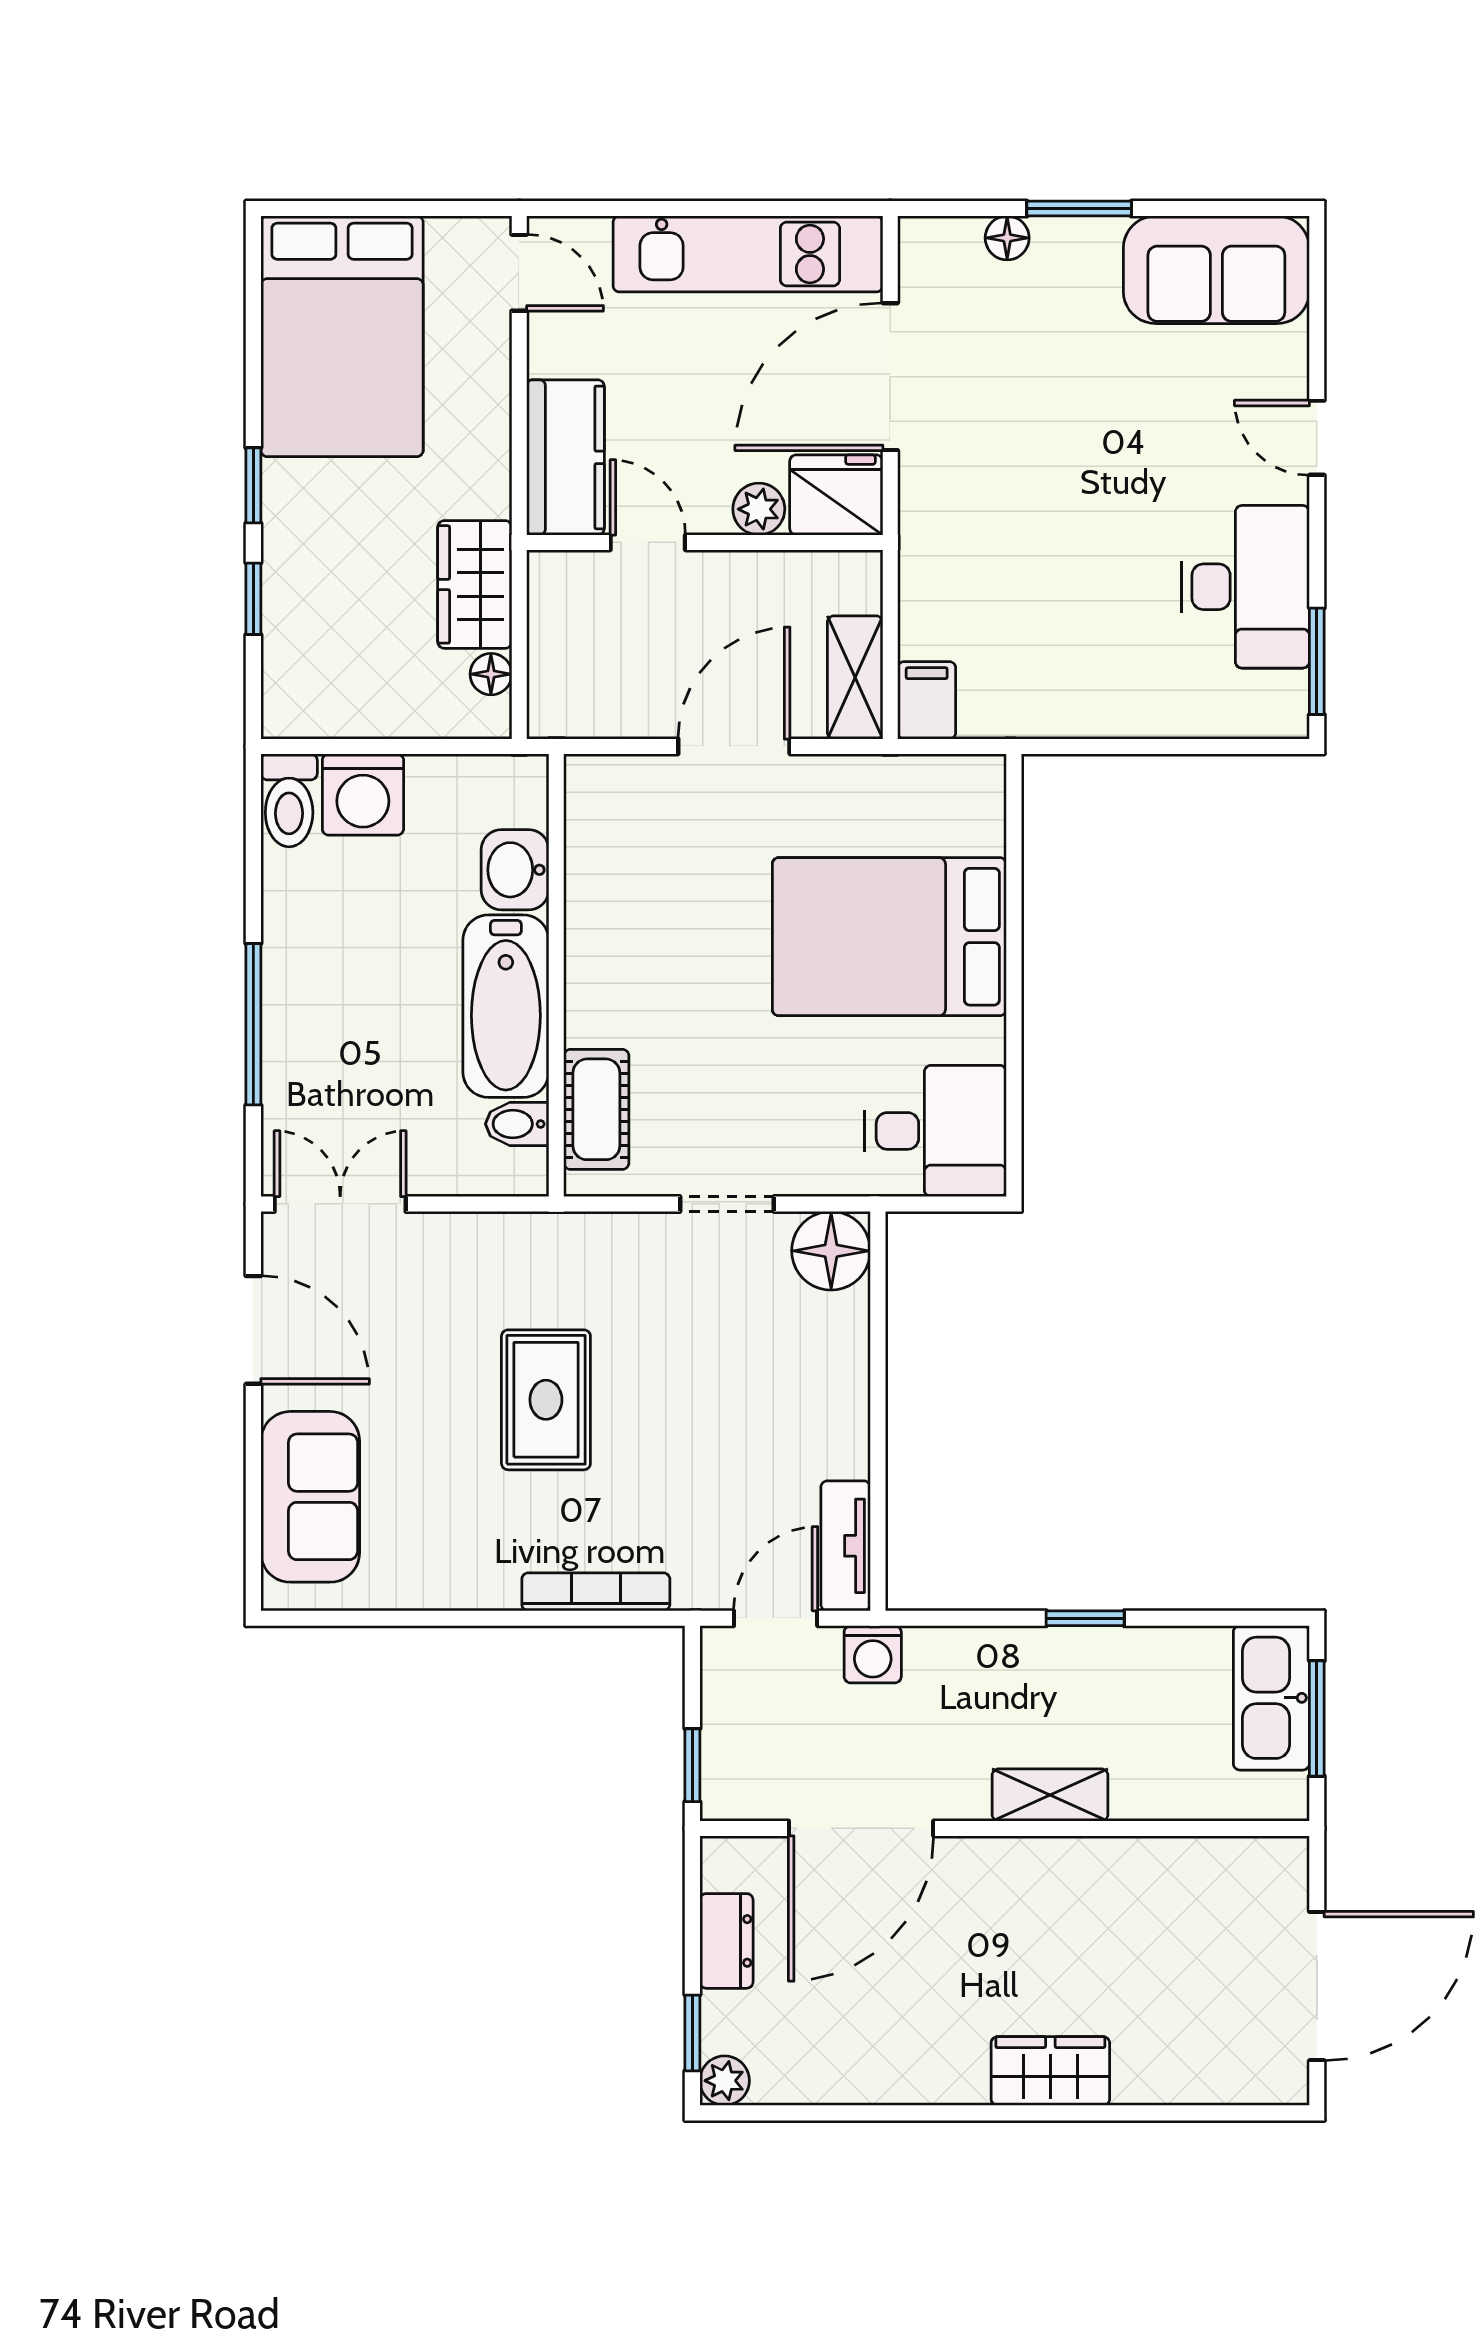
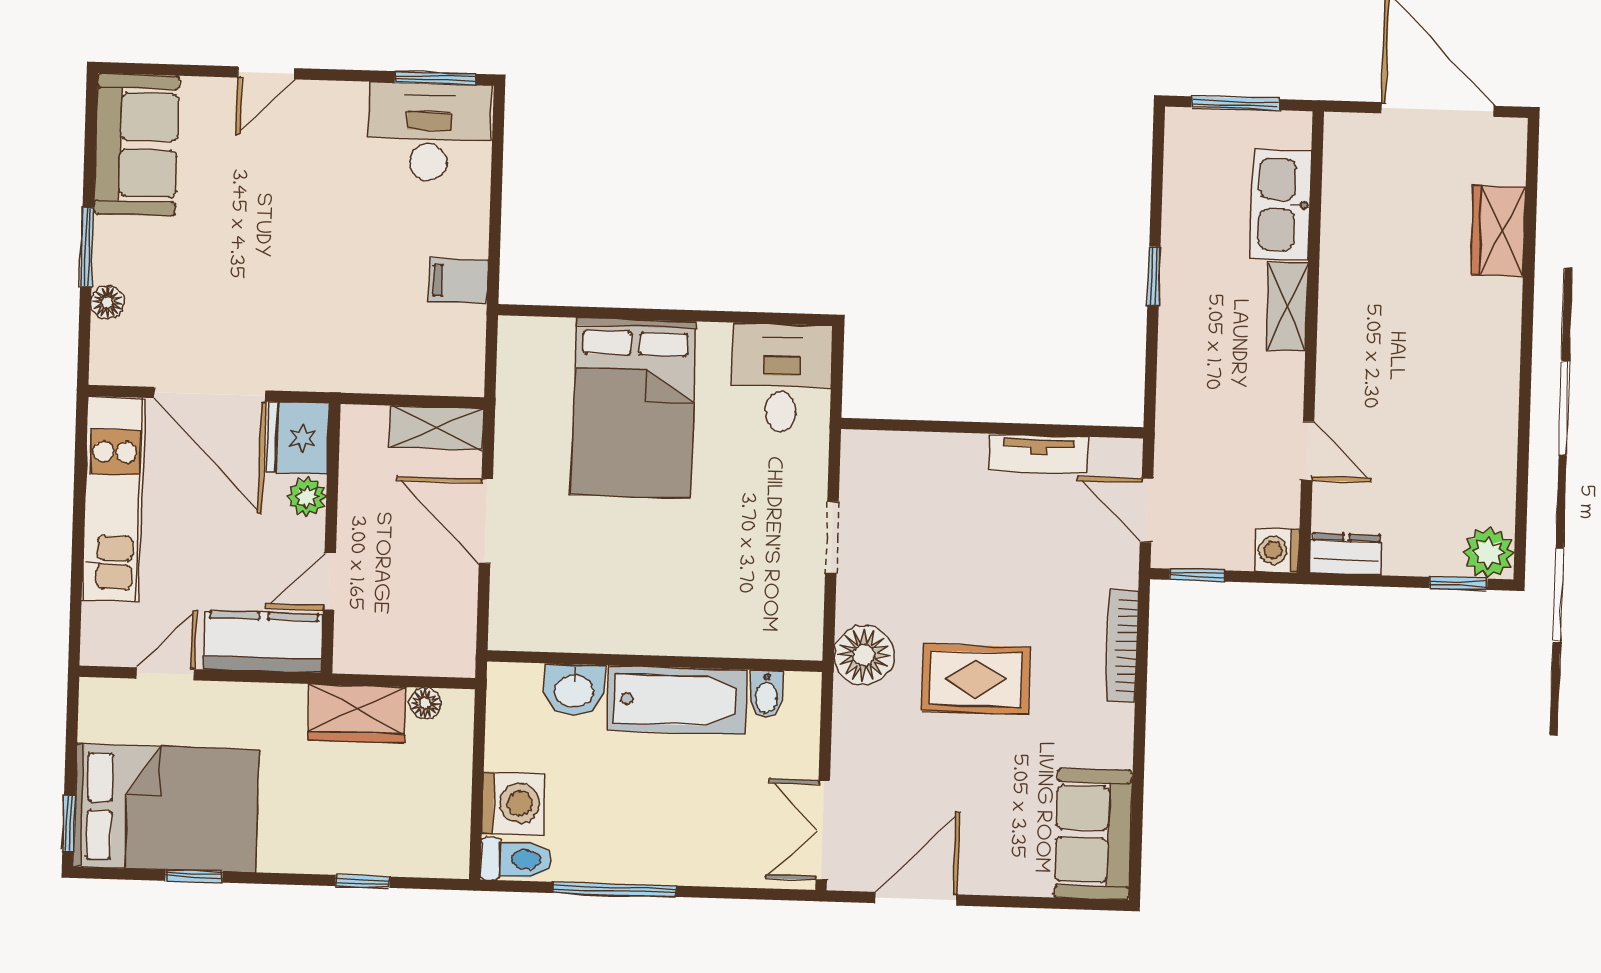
window: (318, 209) -> (69, 823), added
door: (519, 273) -> (165, 674), moved
window: (253, 485) -> (194, 876), moved
desk: (1246, 587) -> (429, 132), moved
filing cabinet: (927, 700) -> (458, 281), moved
window: (253, 1024) -> (615, 889), moved
cot: (596, 1109) -> (757, 634), removed
floor lamp: (831, 1251) -> (864, 655), moved
sofa: (310, 1497) -> (1093, 834), moved, turned -90
tv unit: (846, 1546) -> (1038, 454), moved
washing machine: (873, 1654) -> (1277, 550), moved, turned 180
kitchen sink: (1271, 1698) -> (1281, 204), moved, turned 90
window: (692, 1765) -> (1197, 575), moved
door: (861, 1828) -> (1308, 451), width x0.53
dresser: (726, 1941) -> (1346, 554), moved
wardrobe: (1050, 2071) -> (1498, 231), moved
plant: (725, 2081) -> (1489, 553), width x1.38, depth x1.38

